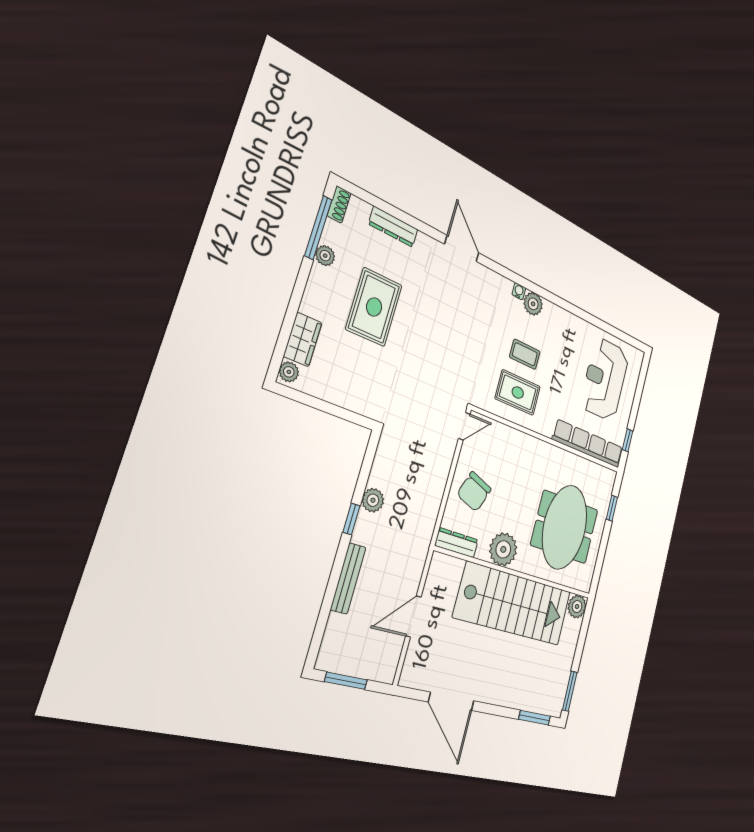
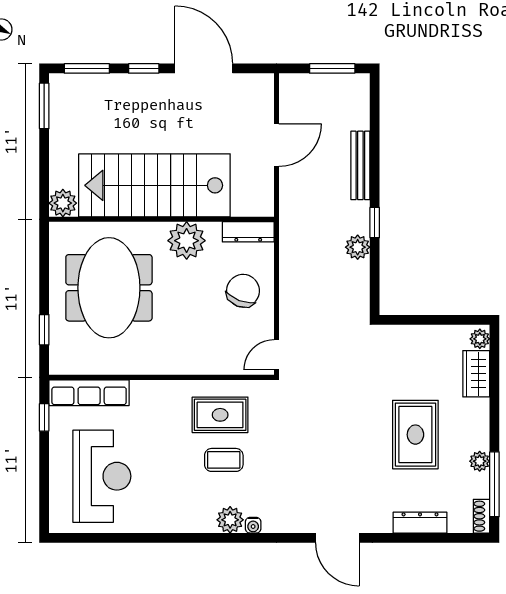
row of seats: (588, 444) -> (89, 393), width x0.73
window: (495, 710) -> (144, 68), added

